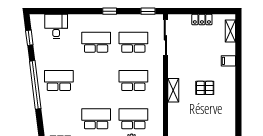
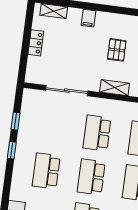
window: (148, 11) -> (16, 121), moved
sliding door: (165, 38) -> (67, 91), moved
school desk: (133, 42) -> (91, 177), moved

